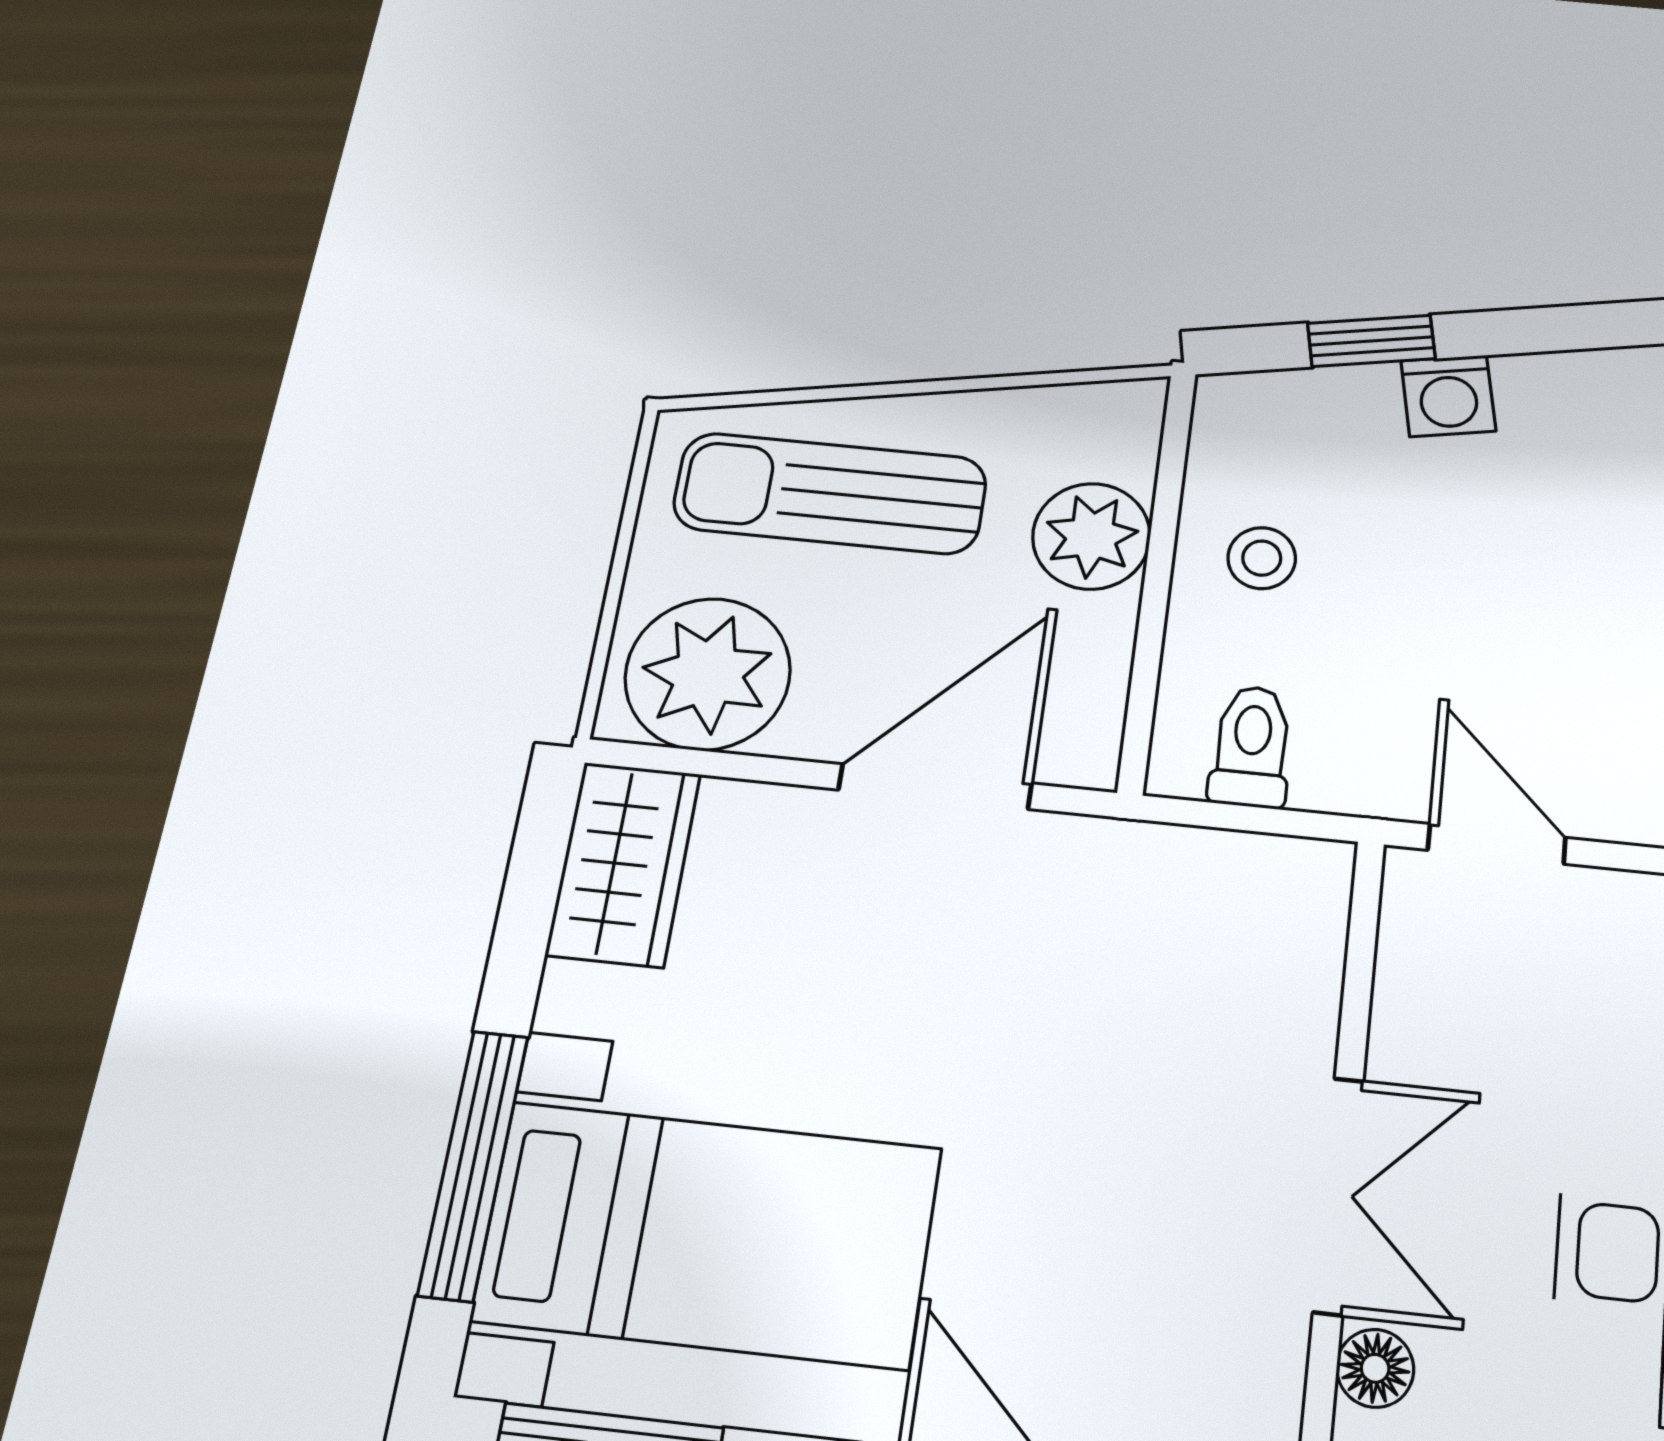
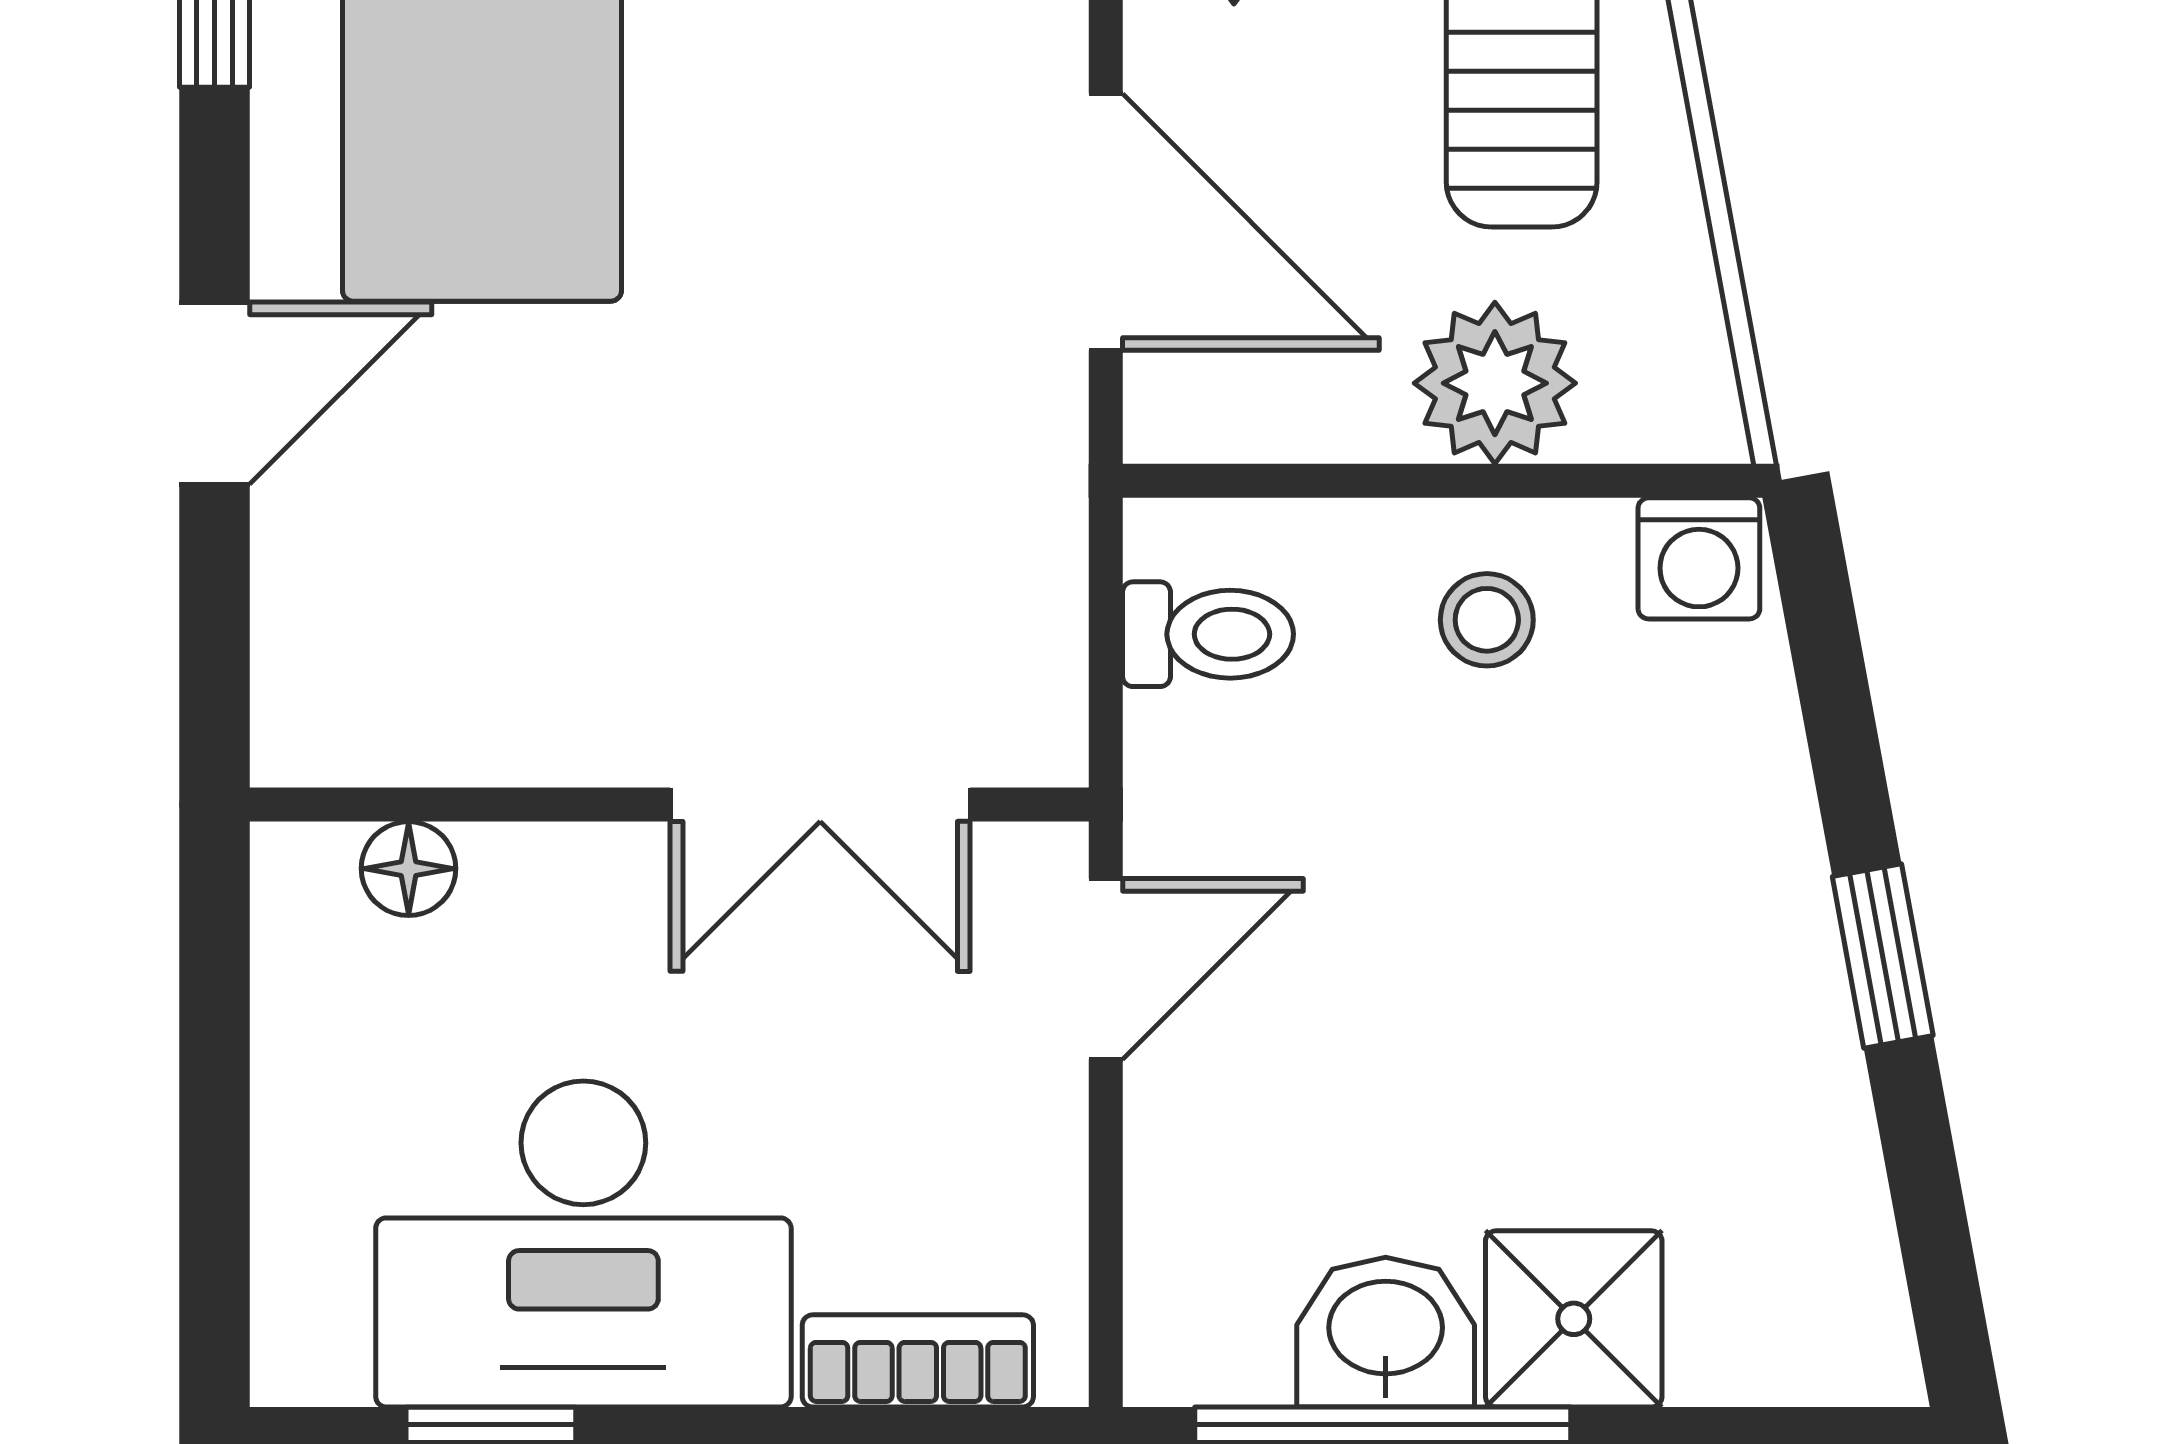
window: (1371, 341) -> (1883, 956), moved
washing machine: (1448, 396) -> (1699, 558), moved, turned -80
double door: (1338, 1195) -> (820, 805), moved

